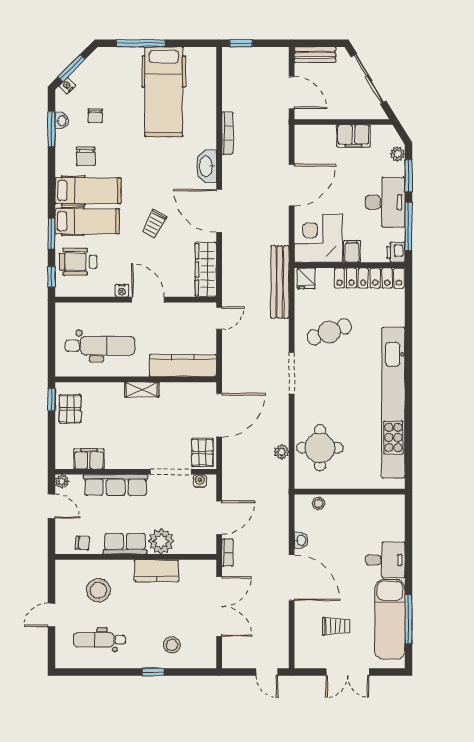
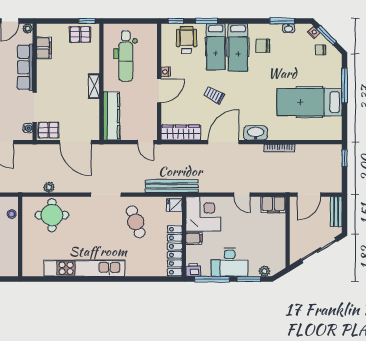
chair: (95, 116) -> (320, 50), moved
filing cabinet: (353, 136) -> (273, 205), moved, turned -90
door: (292, 185) -> (242, 195), width x0.53
kitchen unit: (393, 403) -> (85, 268), width x0.73

